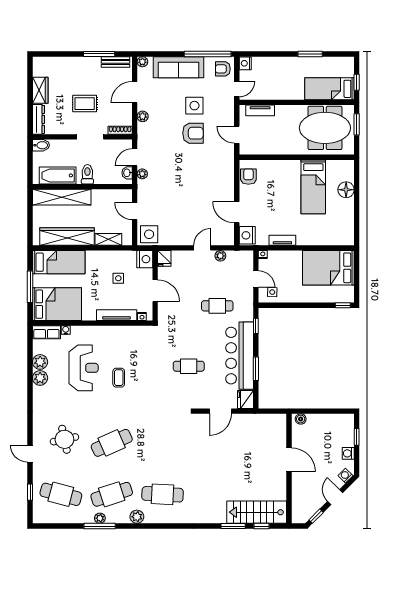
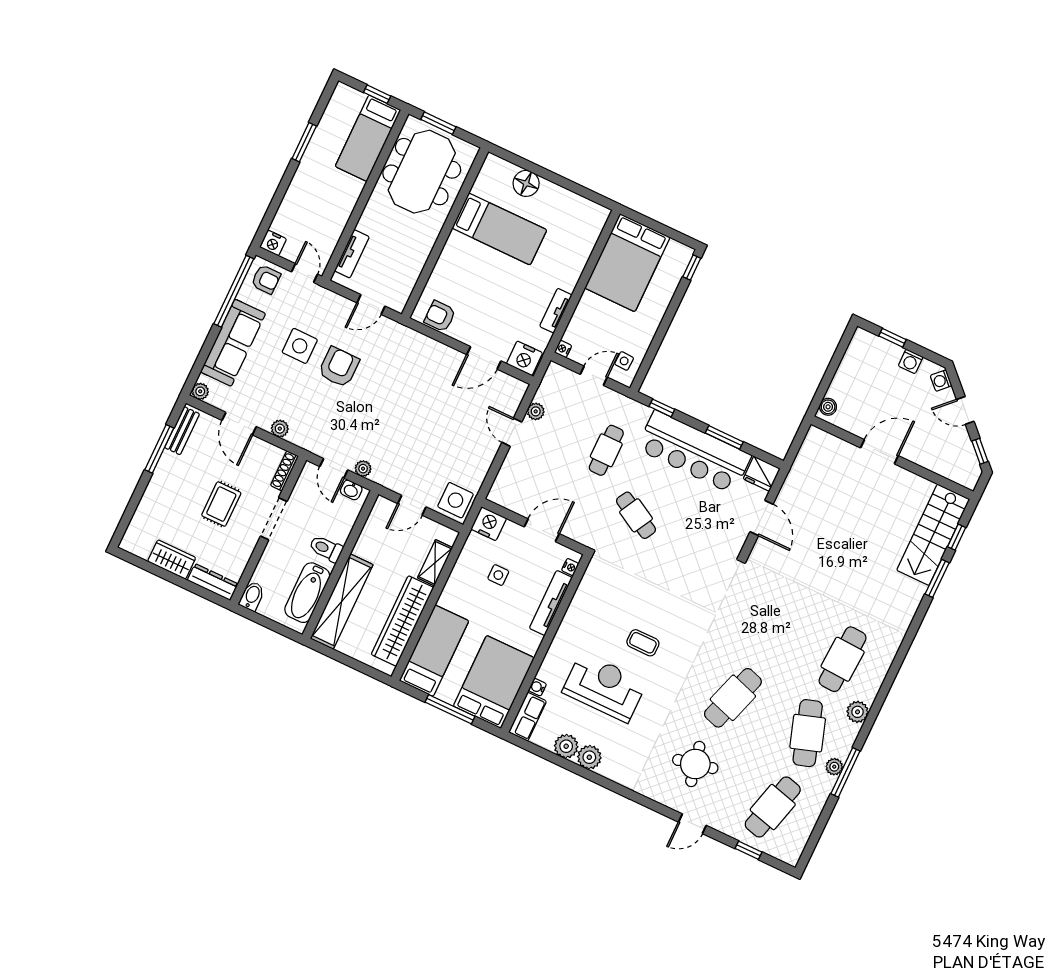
armchair: (223, 69) -> (266, 279), turned -90
fridge: (164, 258) -> (501, 495), removed
cafe table: (189, 366) -> (636, 515), moved, turned -61
cafe table: (112, 443) -> (733, 698), turned 42

